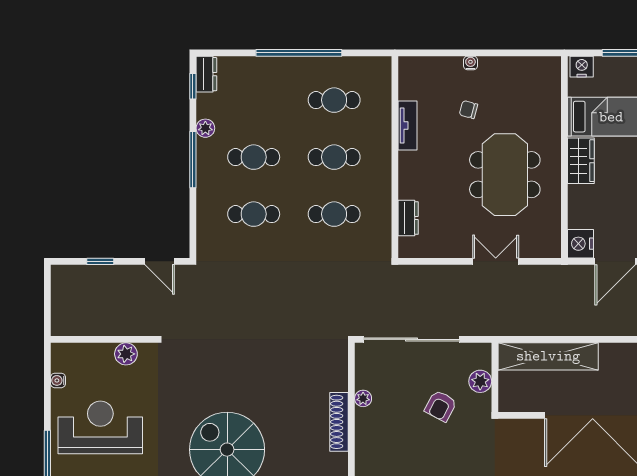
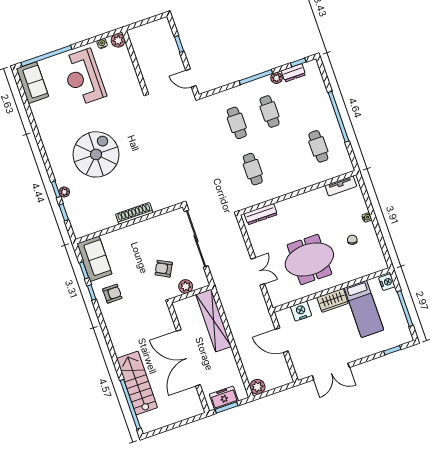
dresser: (206, 74) -> (293, 73), moved
chair: (468, 110) -> (352, 240), moved
tv unit: (408, 125) -> (341, 186), moved
cafe table: (334, 157) -> (286, 158), removed
dresser: (408, 218) -> (261, 214), width x1.44
nightstand: (580, 244) -> (301, 311), moved
door: (160, 261) -> (191, 78), hinge flipped
plant: (126, 354) -> (118, 40), moved
plant: (363, 398) -> (152, 223), removed
reception desk: (100, 427) -> (83, 77), turned 180

